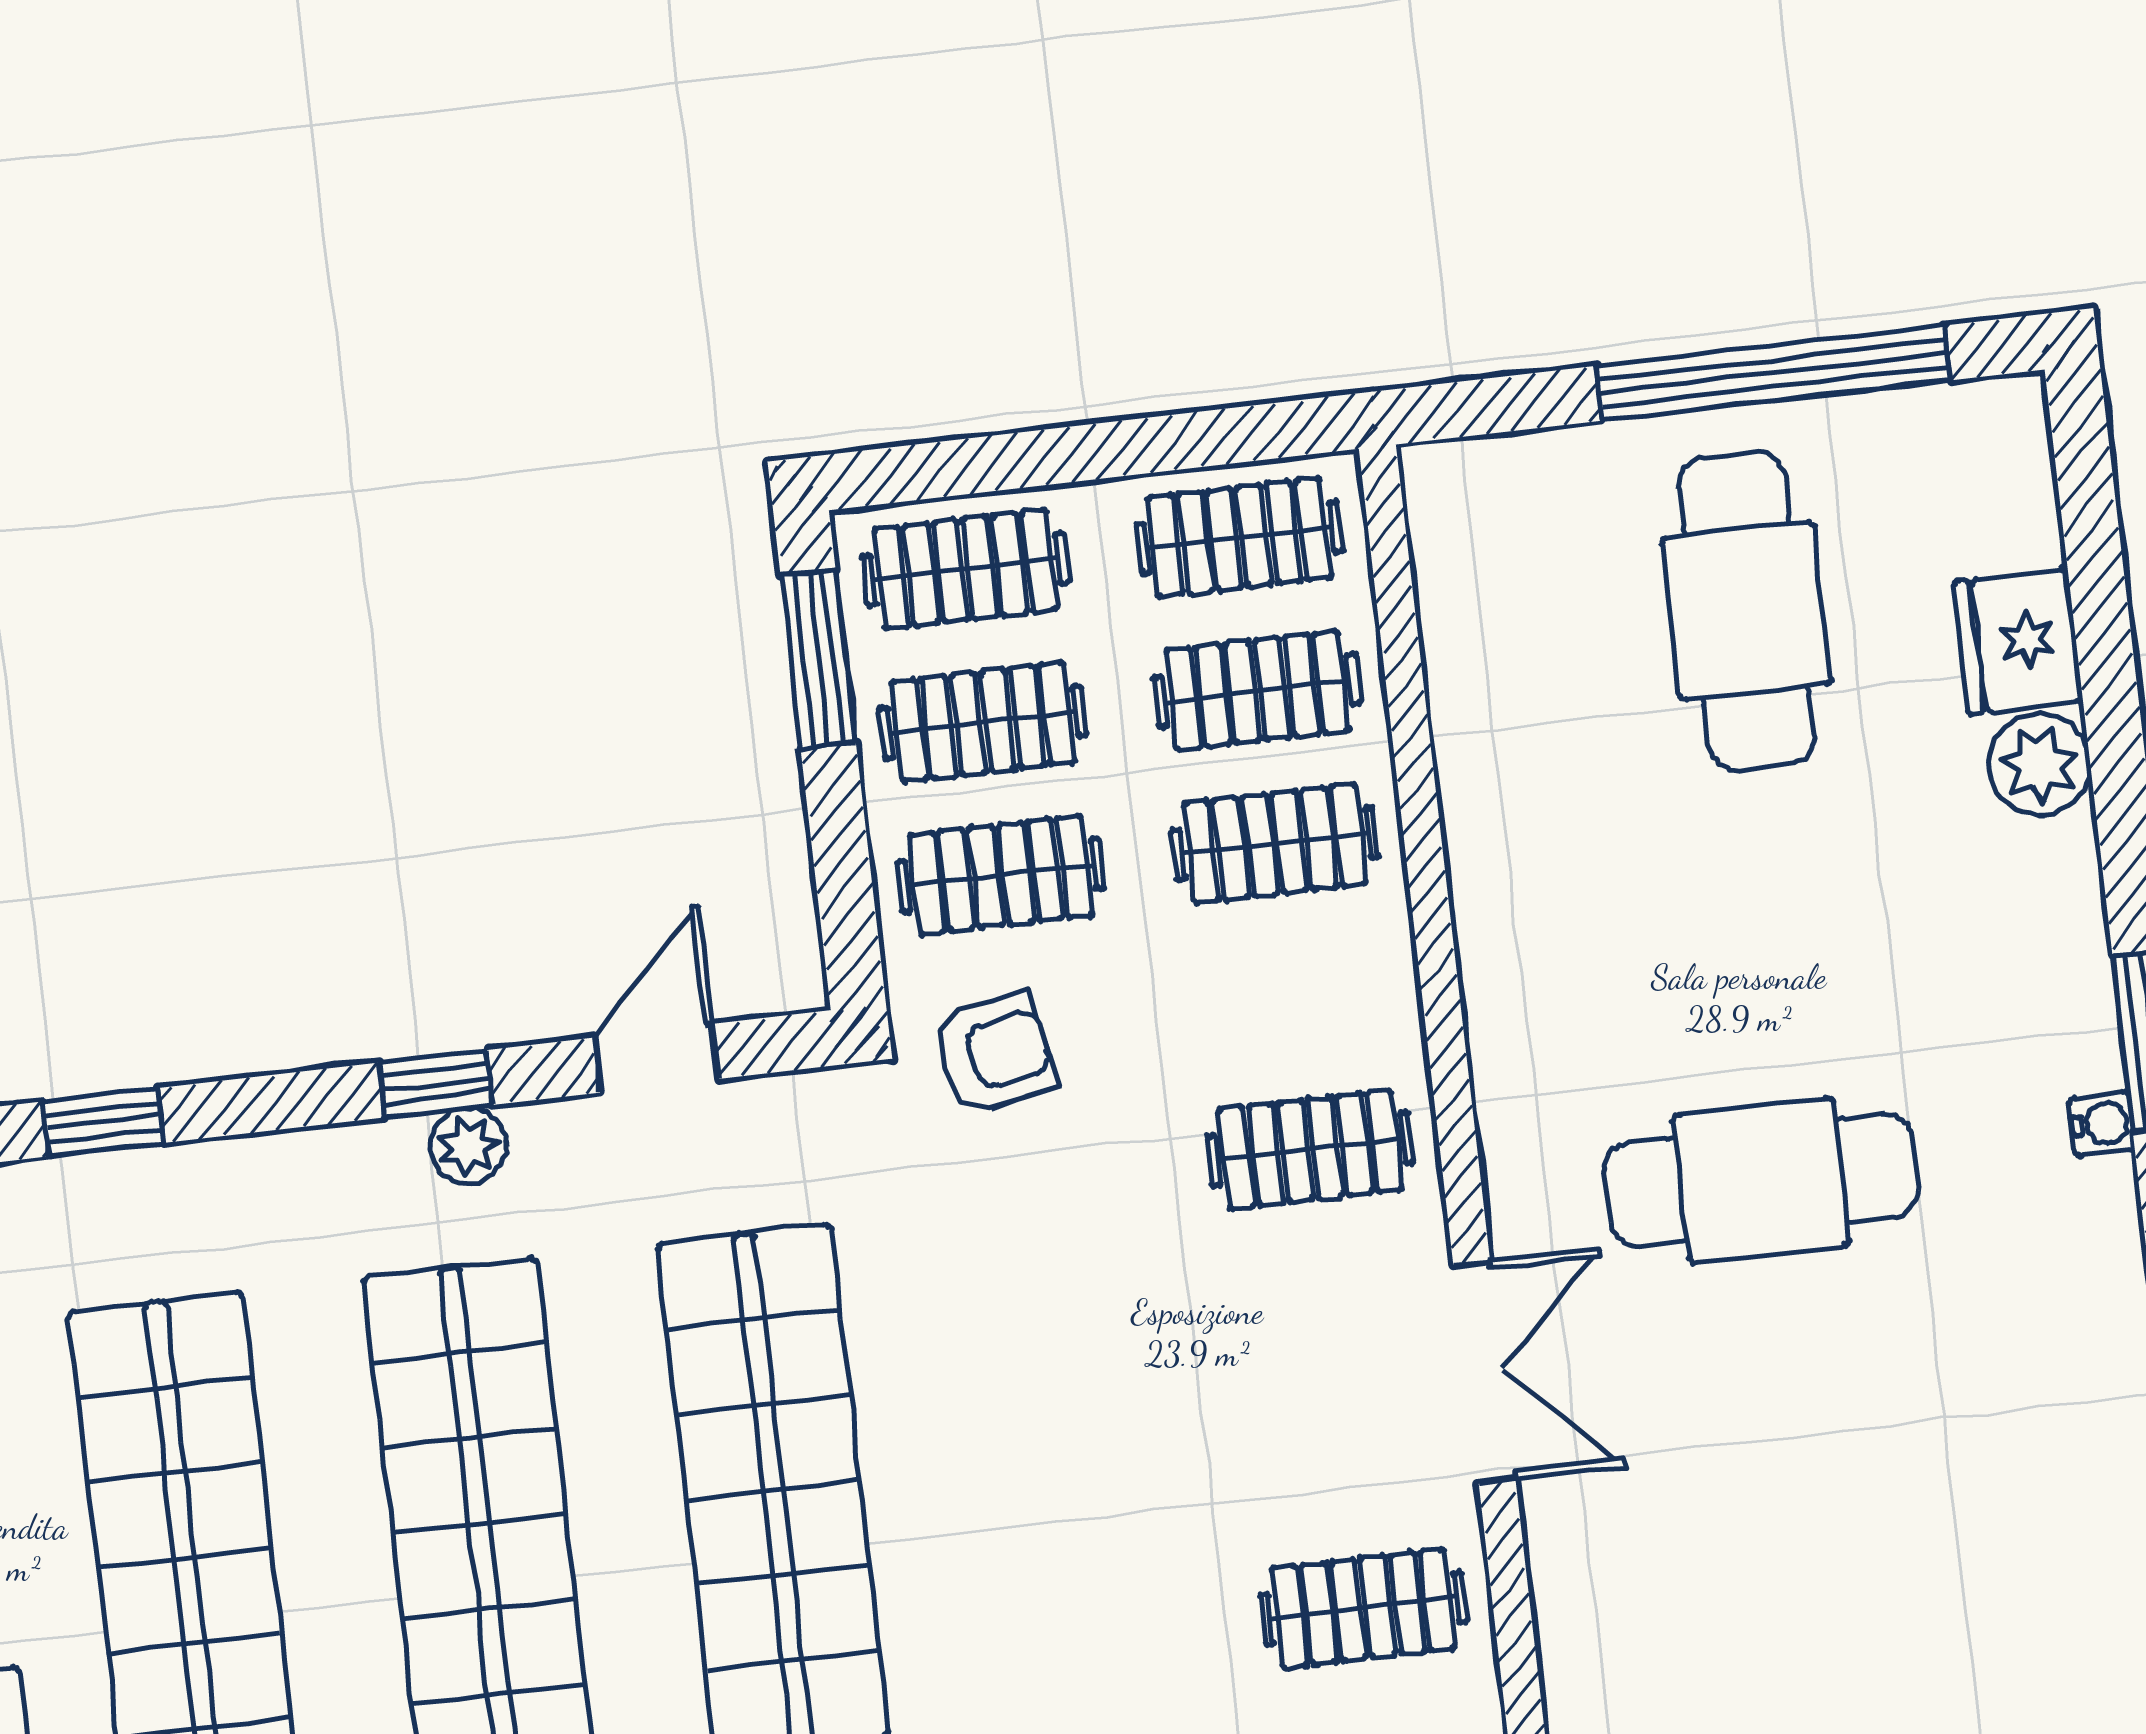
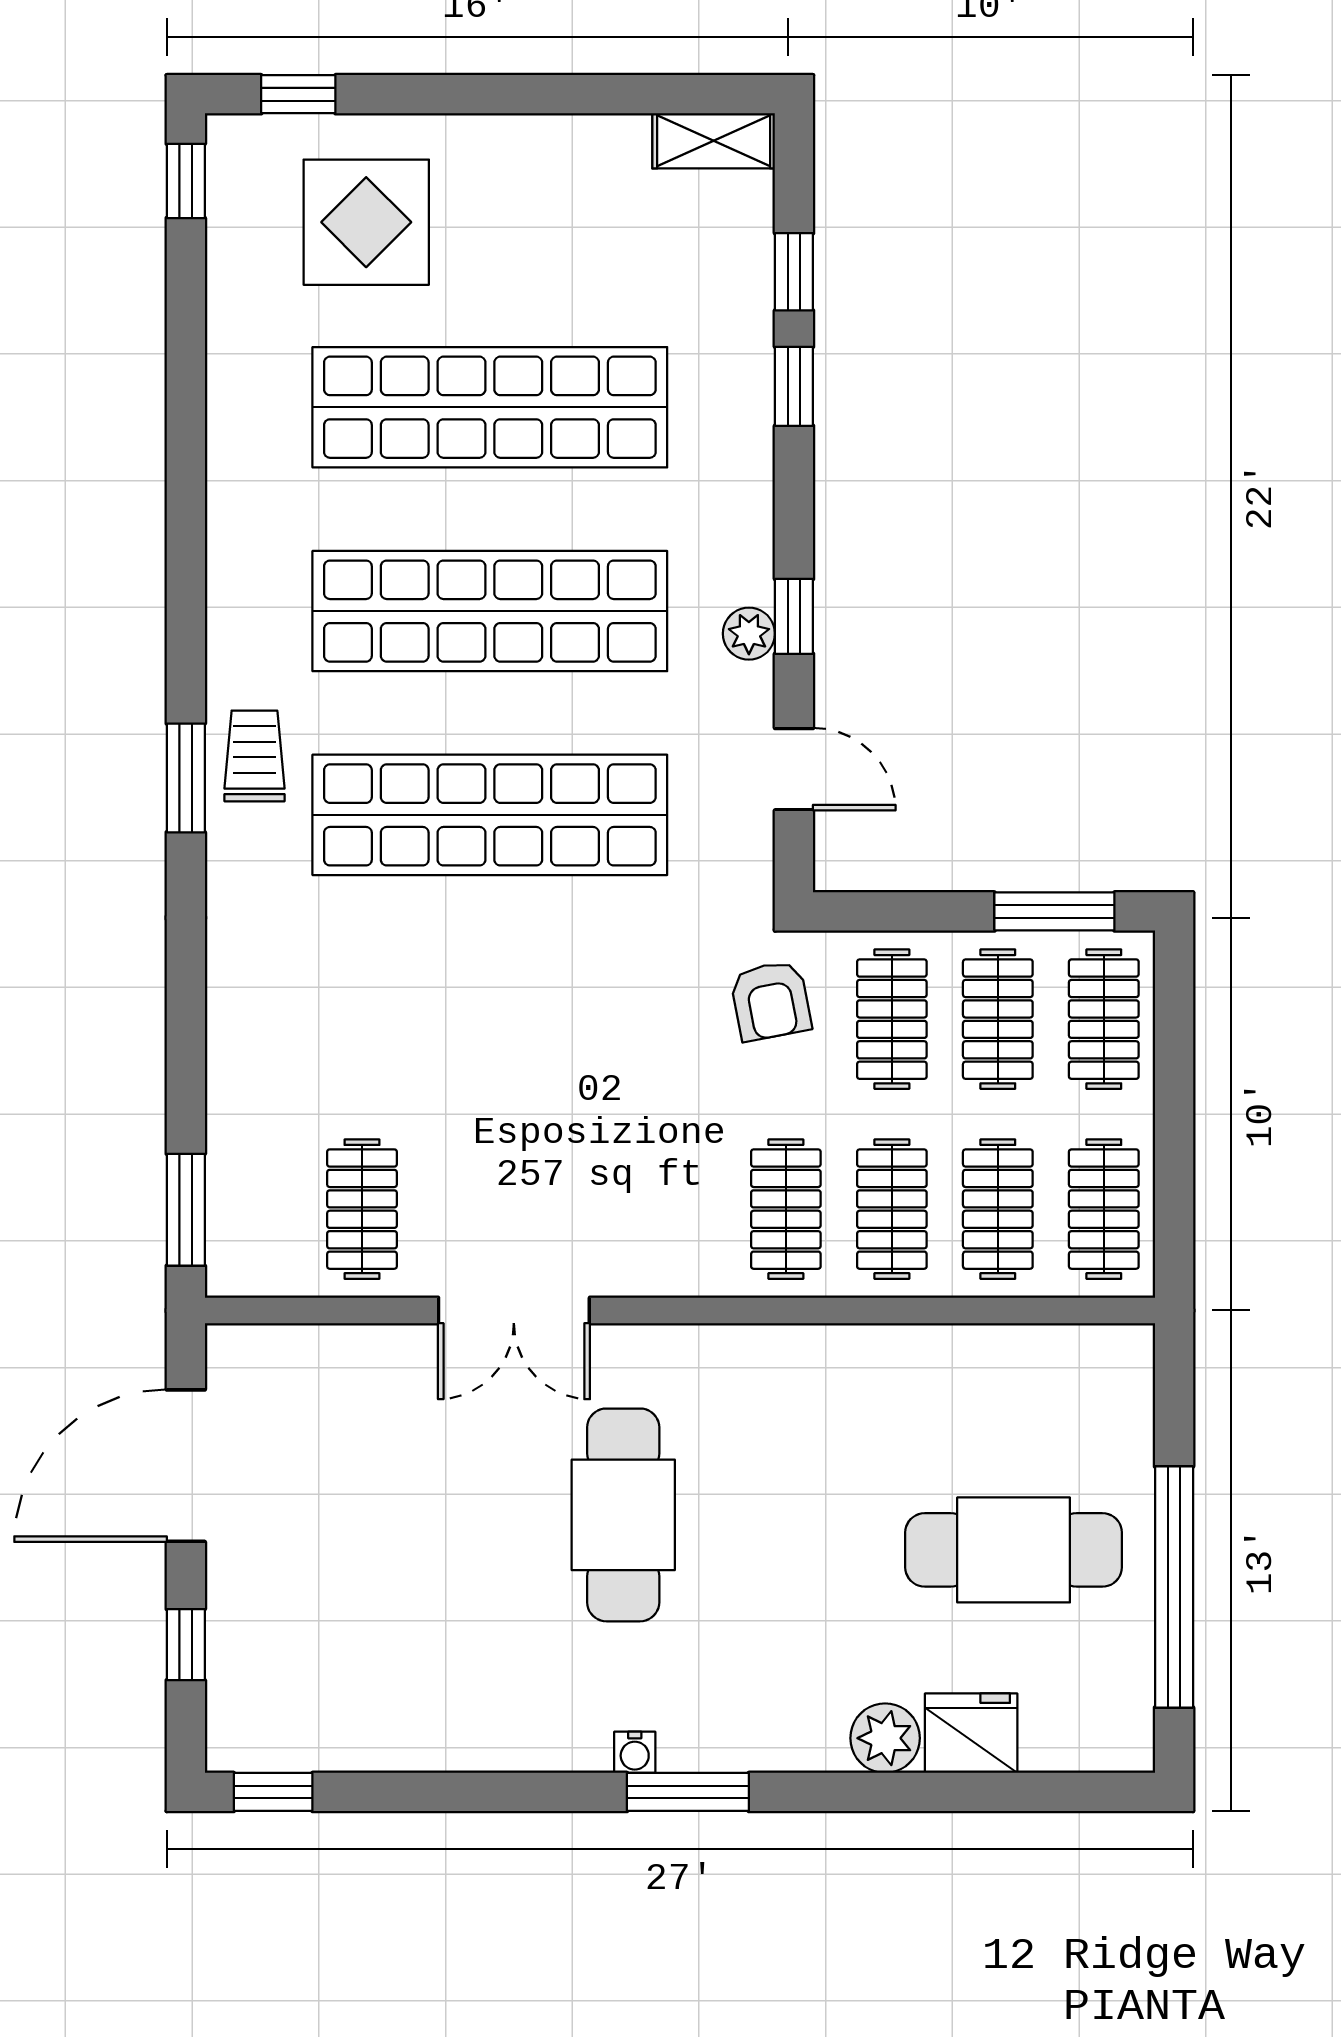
clothes rail: (1310, 1149) -> (786, 1209), moved

